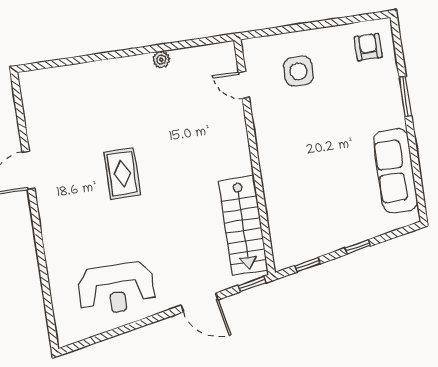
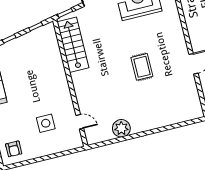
plant: (161, 60) -> (121, 128), width x1.88, depth x1.88
side table: (298, 71) -> (46, 123), moved

